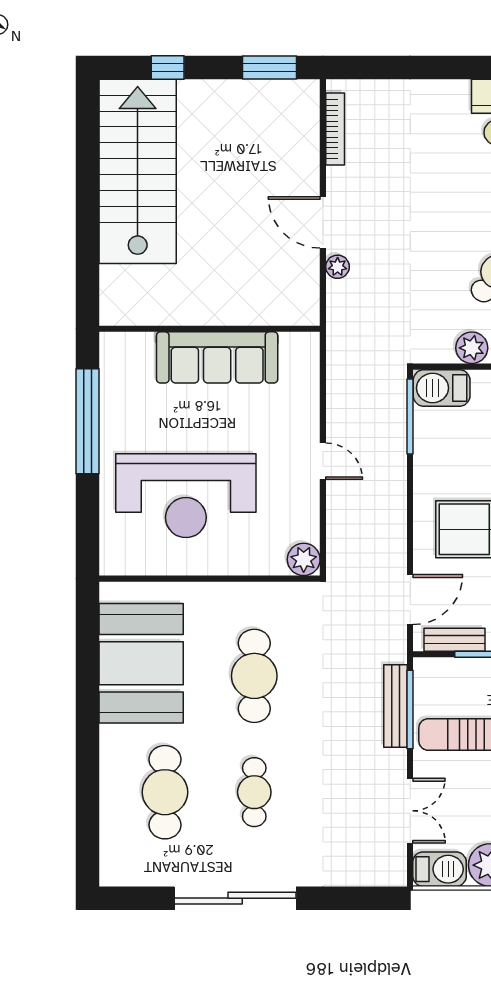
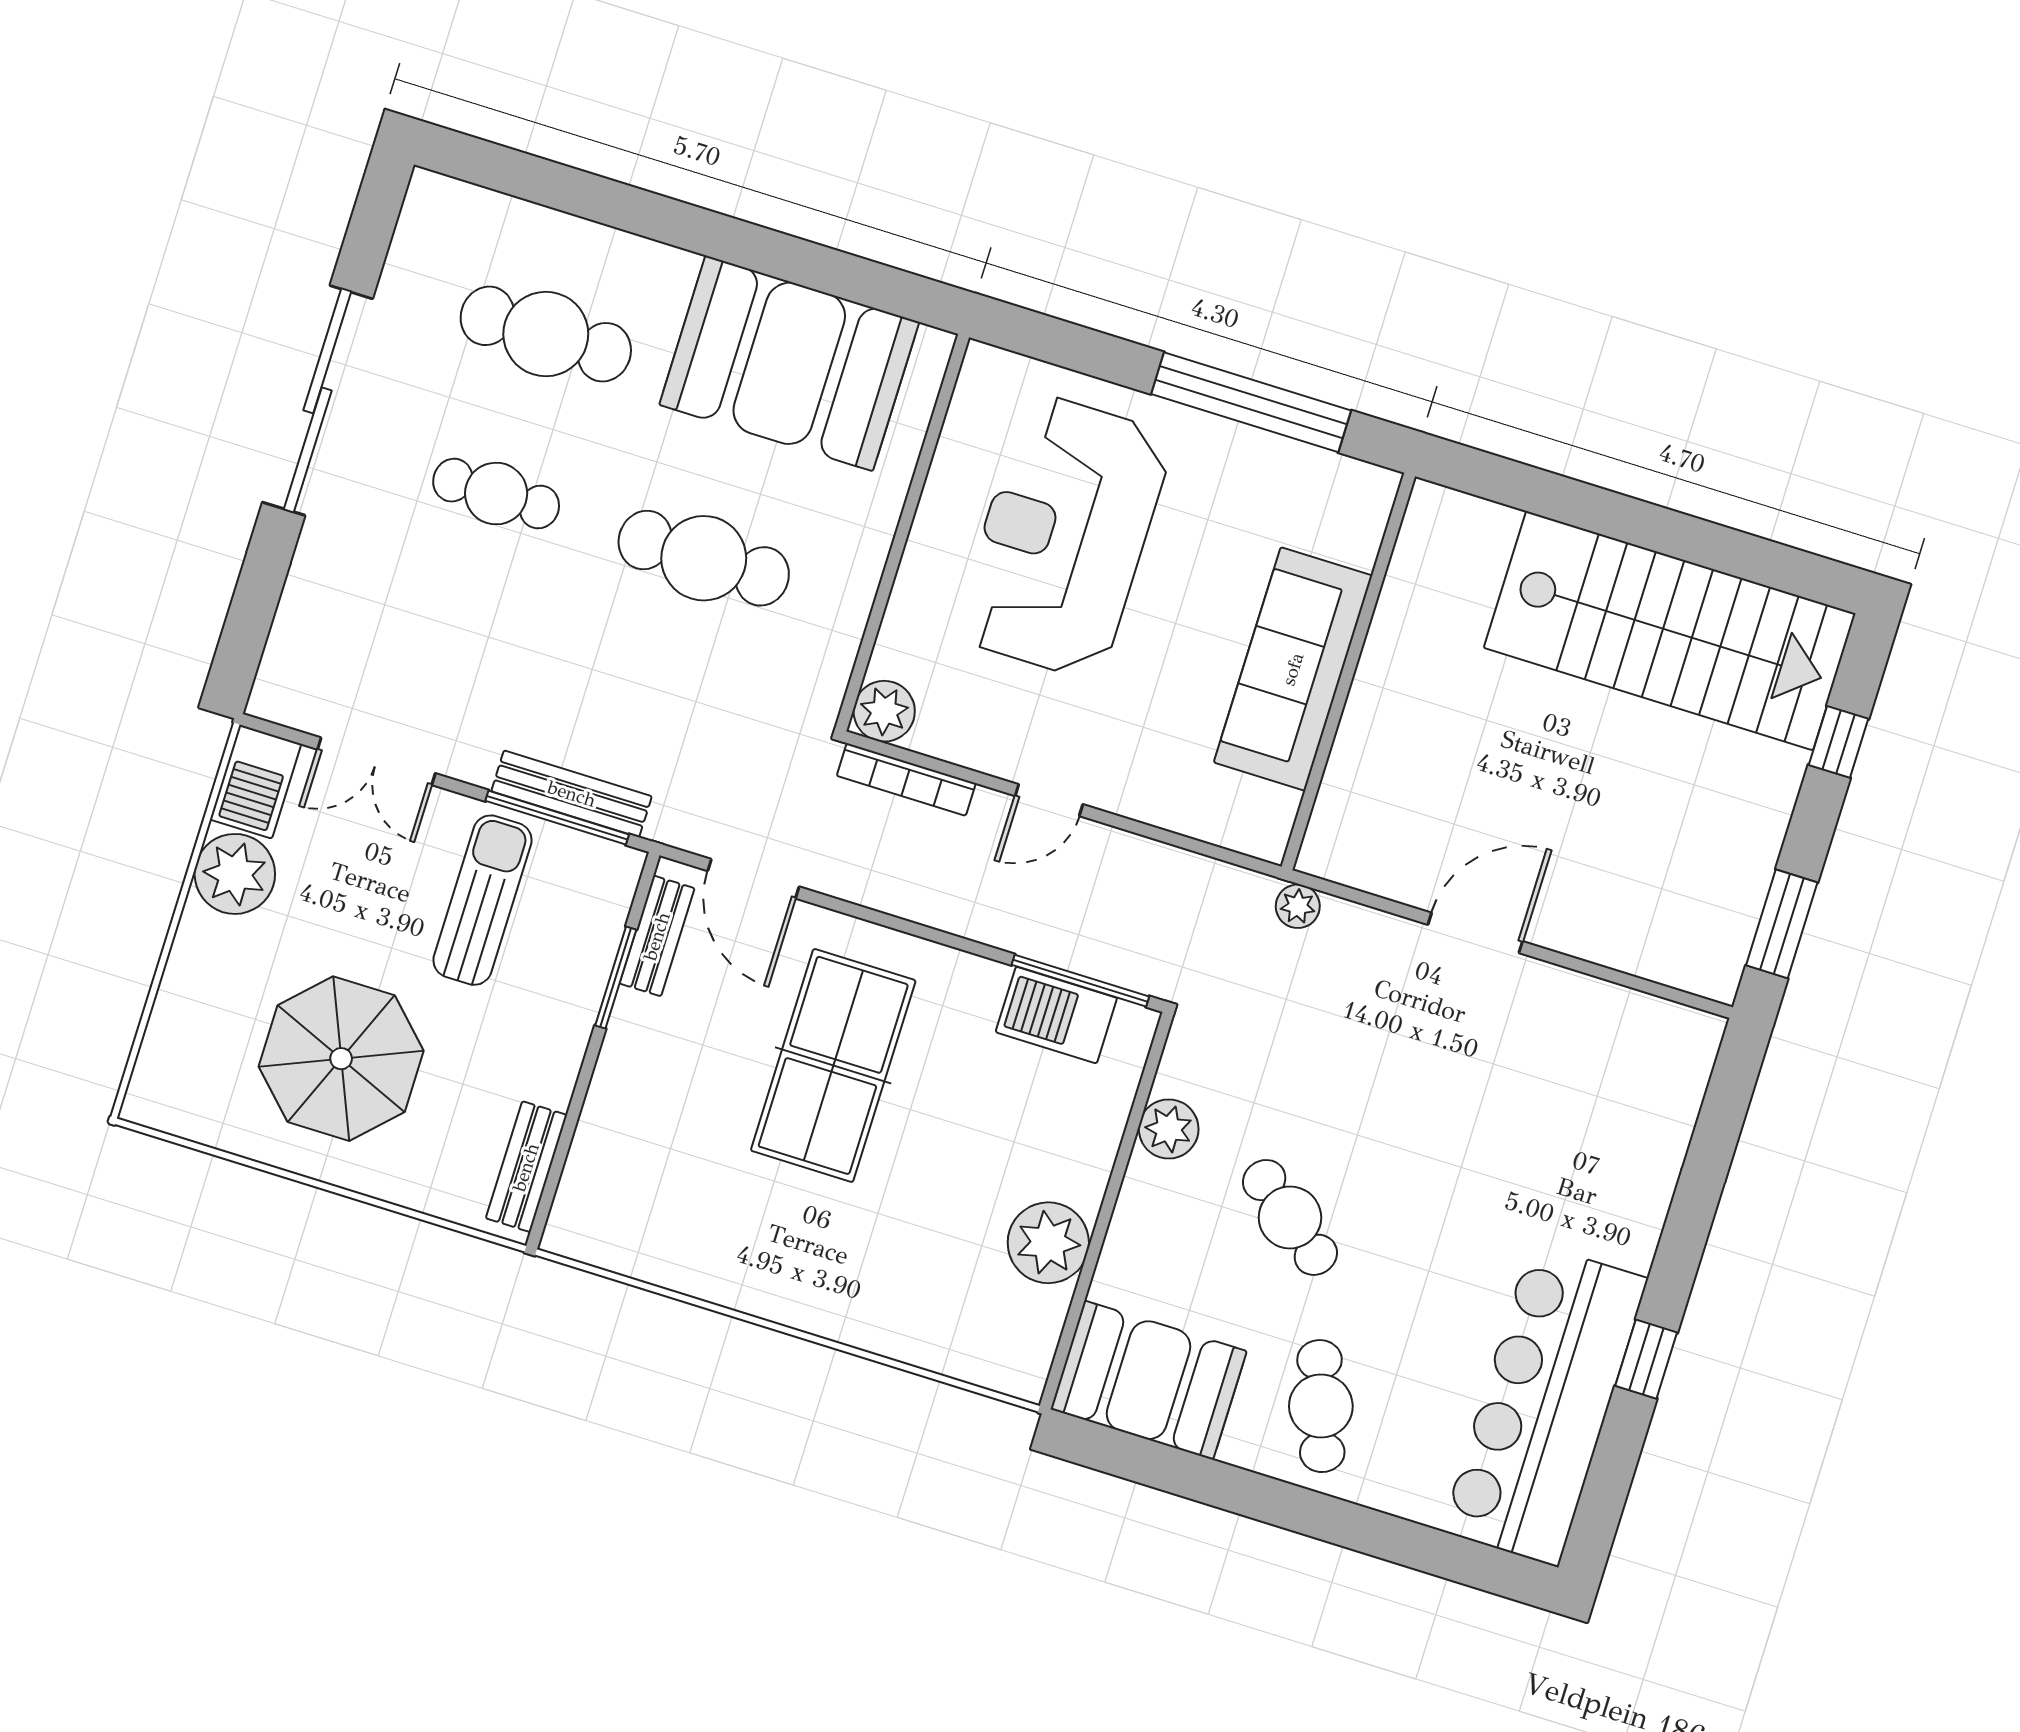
bookcase: (335, 129) -> (906, 780), moved
plant: (338, 267) -> (1298, 906), moved
barbecue: (442, 388) -> (1056, 1015), moved, turned -90

